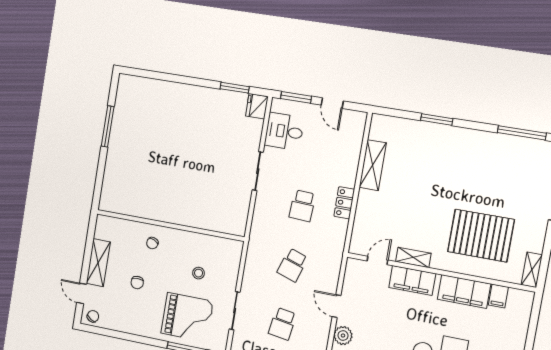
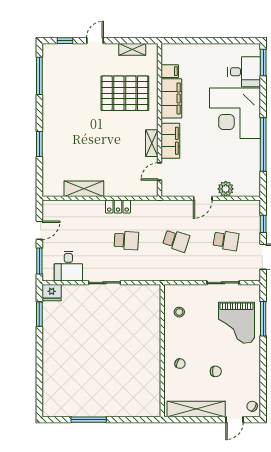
pallet: (481, 236) -> (125, 93), turned 90
door: (377, 260) -> (160, 171), hinge flipped
shelving: (98, 263) -> (196, 409), width x1.47
shelving: (532, 270) -> (132, 49), moved
stool: (199, 273) -> (179, 312), moved
grand piano: (187, 317) -> (237, 323), turned 180

